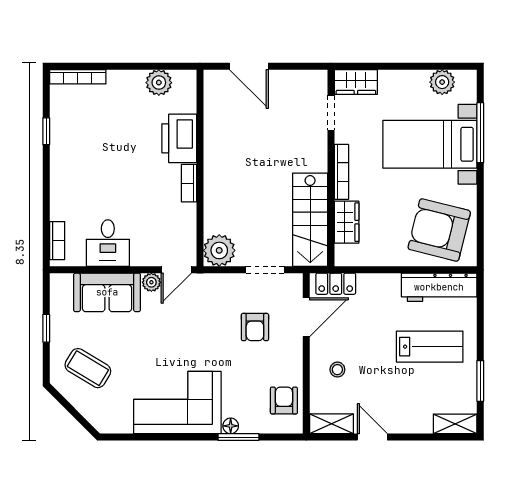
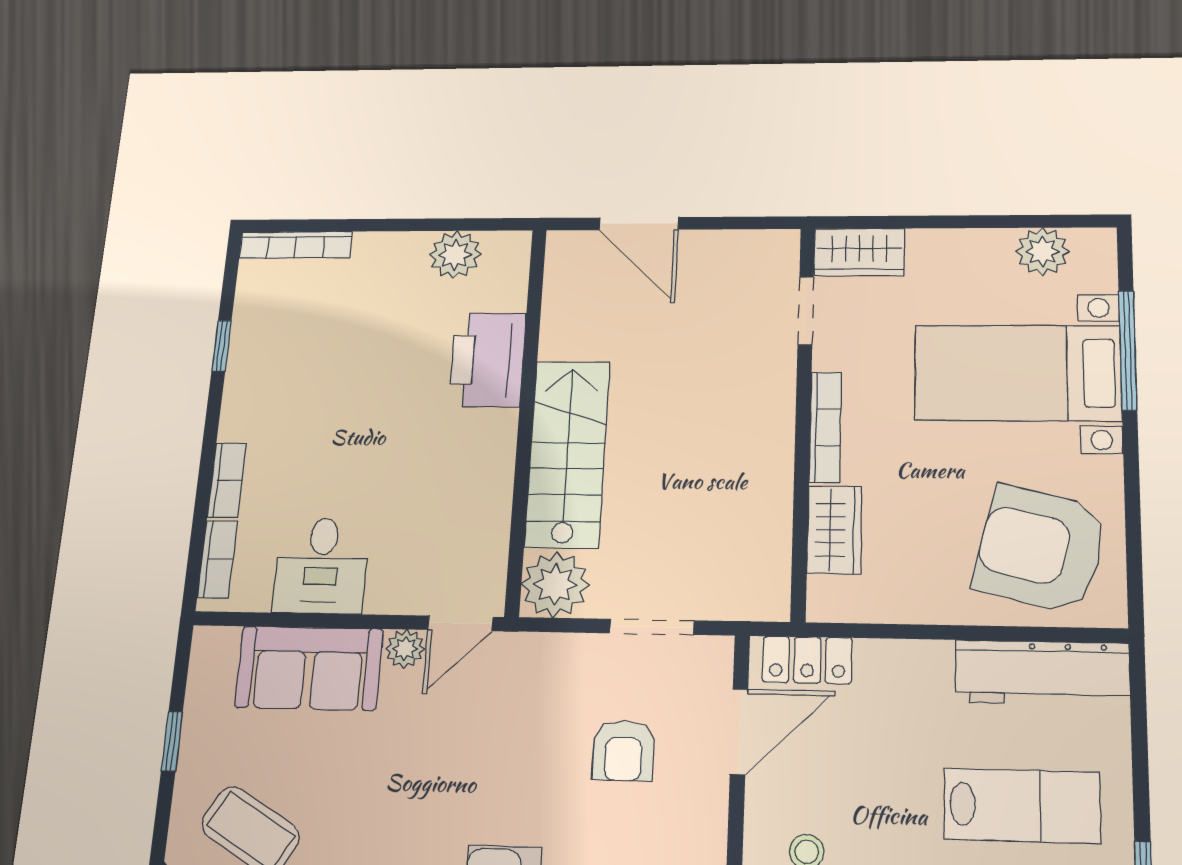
bookcase: (189, 183) -> (227, 480), moved, turned 180
stairs: (310, 220) -> (567, 454), moved, turned 180

